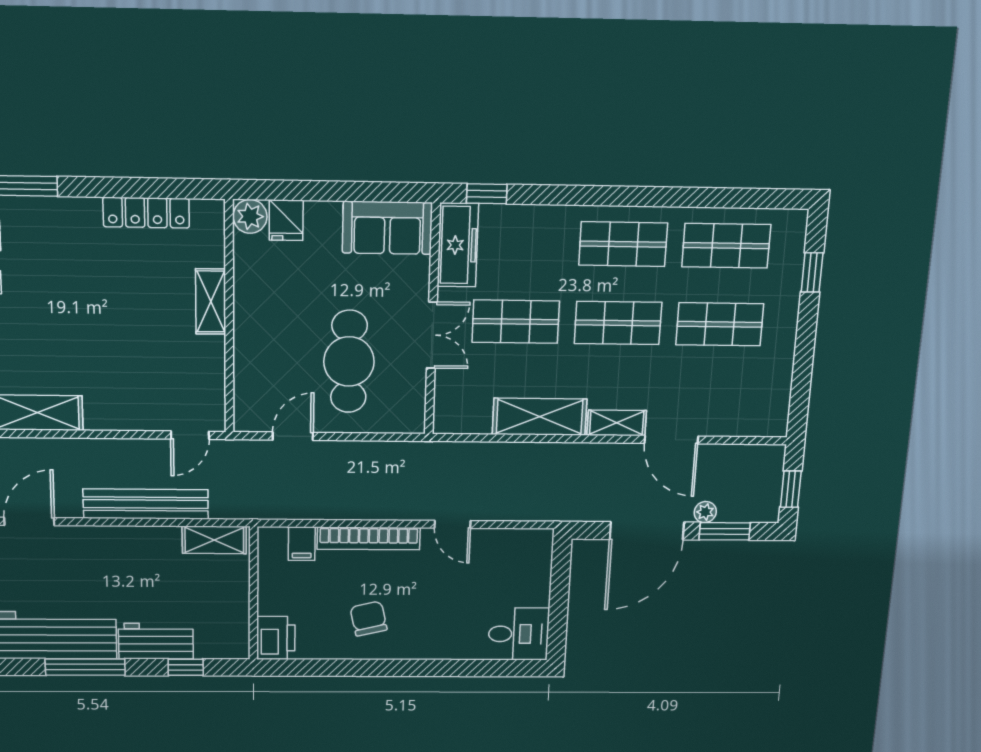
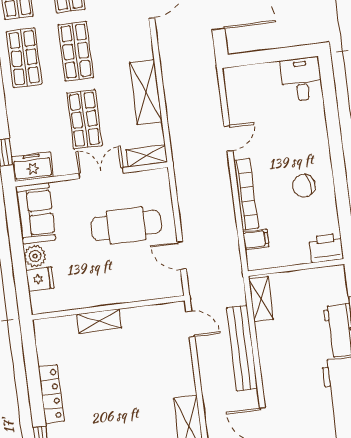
locker: (146, 213) -> (51, 394), moved
plant: (250, 216) -> (35, 256), moved
freezer: (458, 245) -> (32, 167), width x0.71
shelving: (617, 423) -> (147, 156), moved, turned 90

